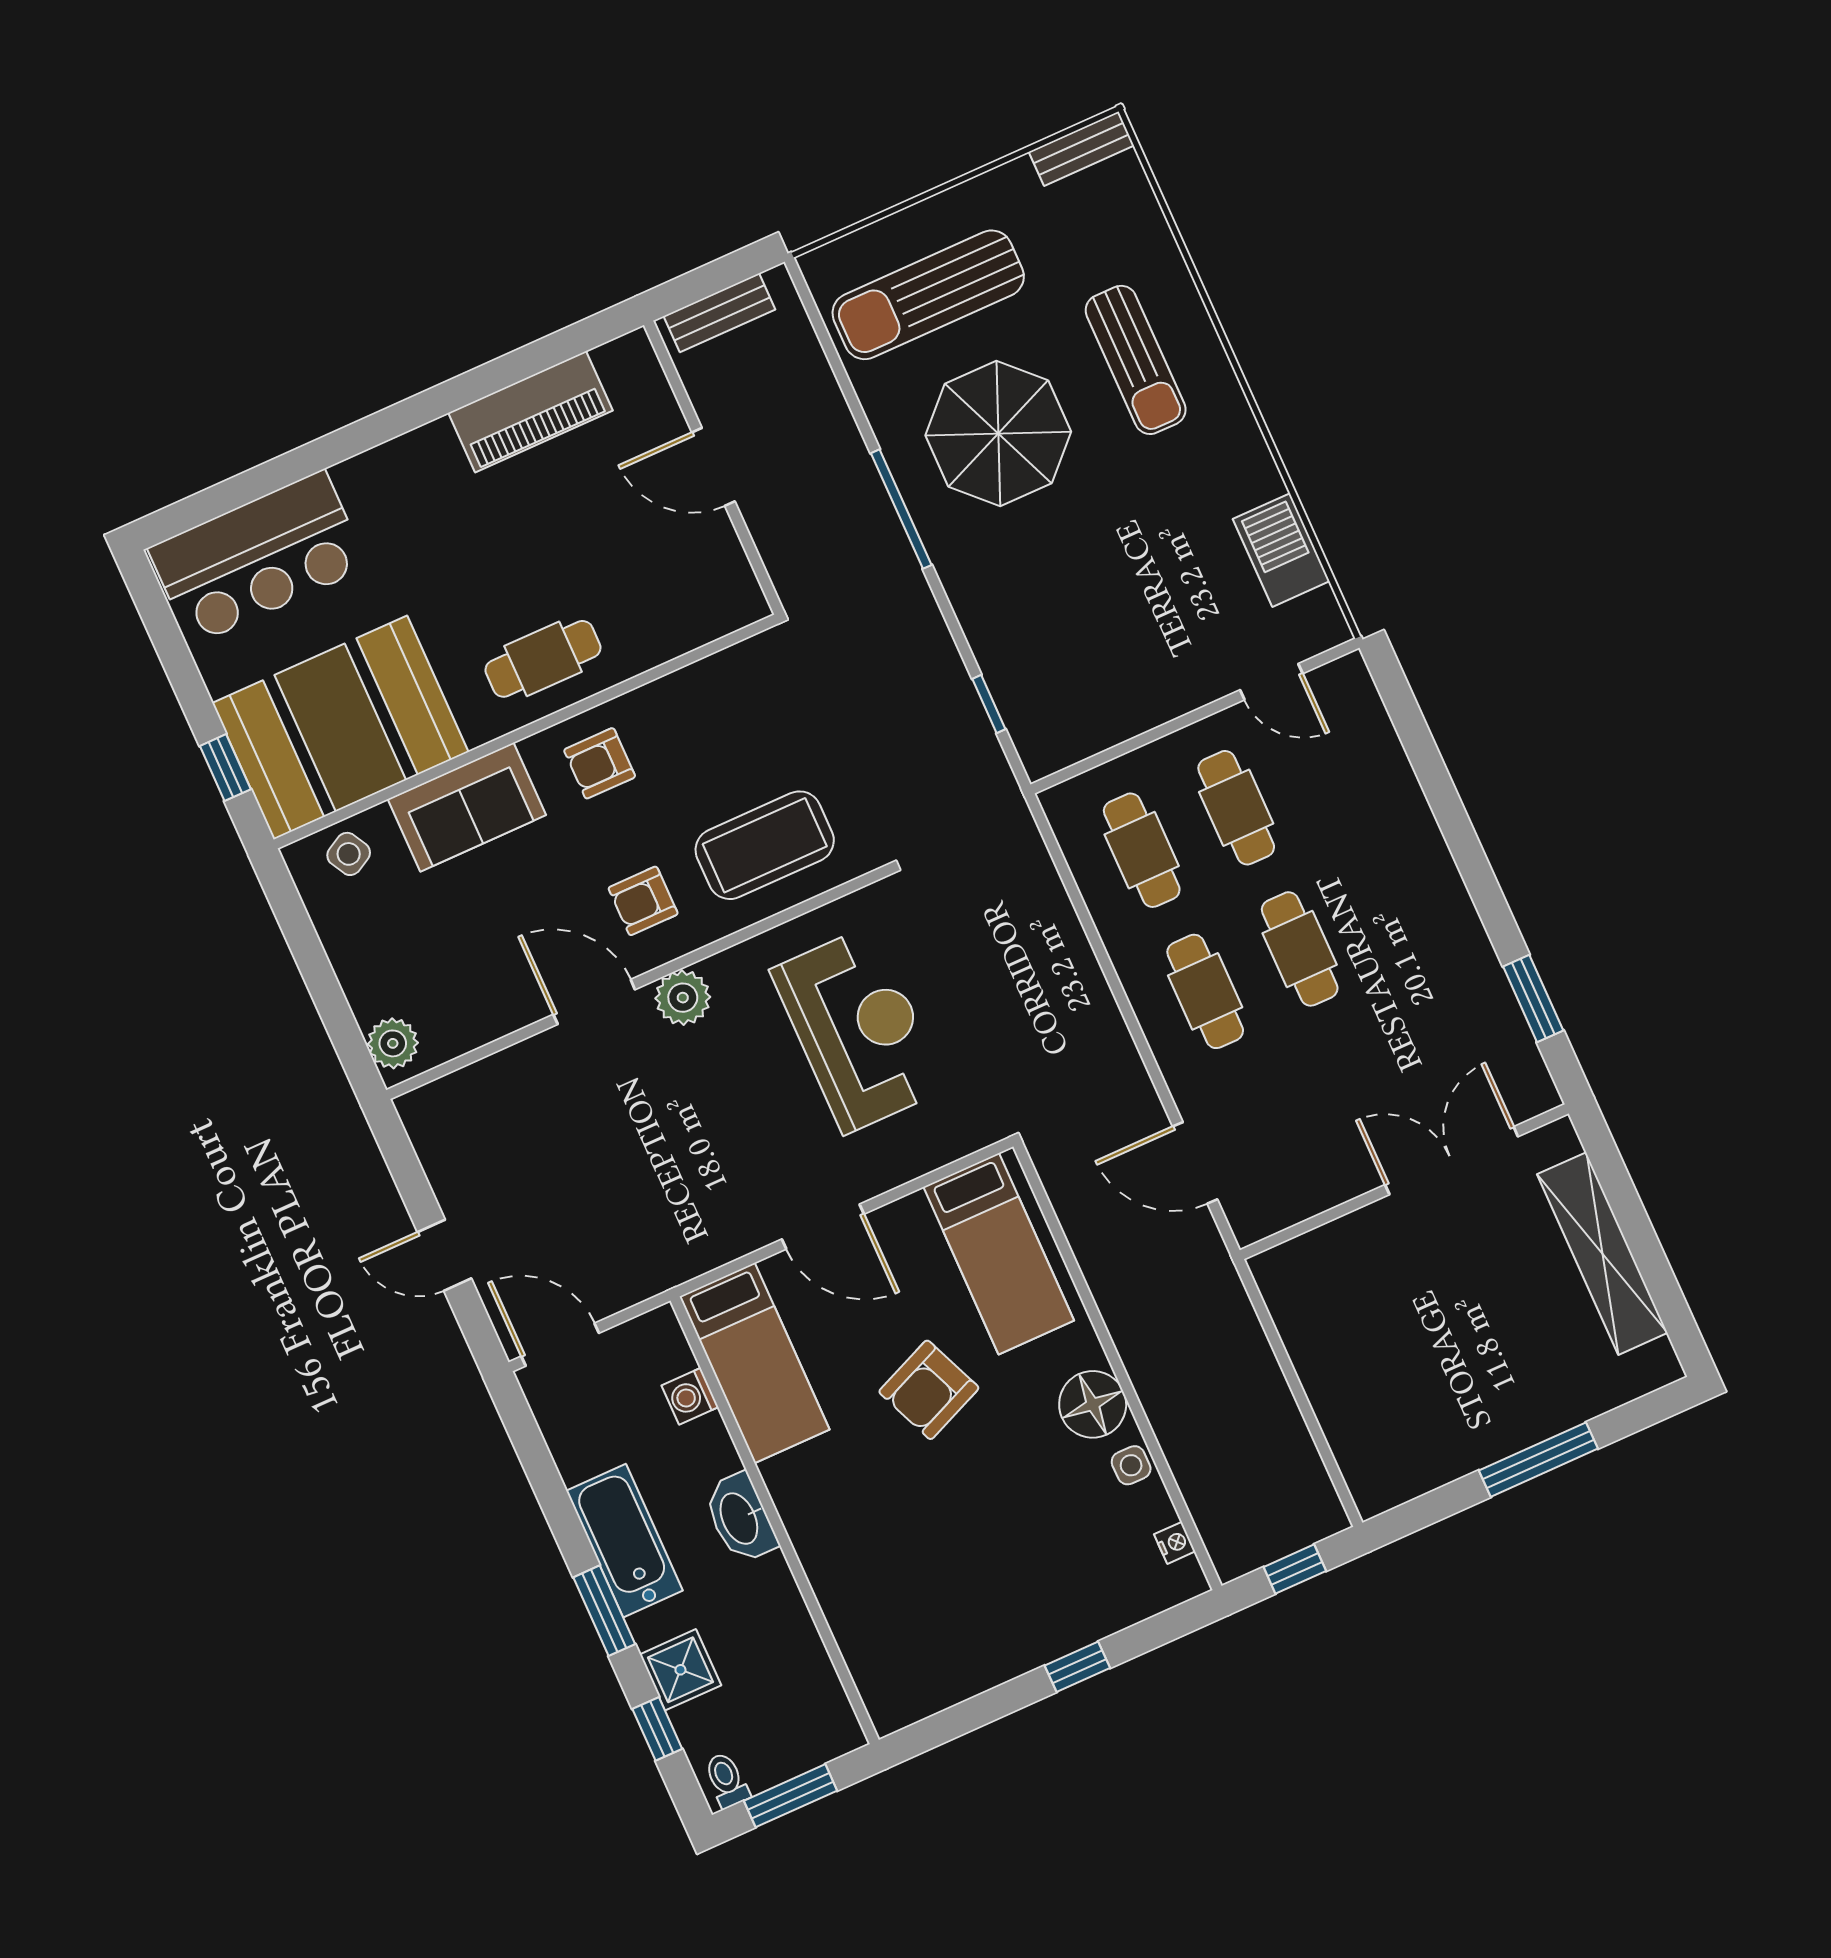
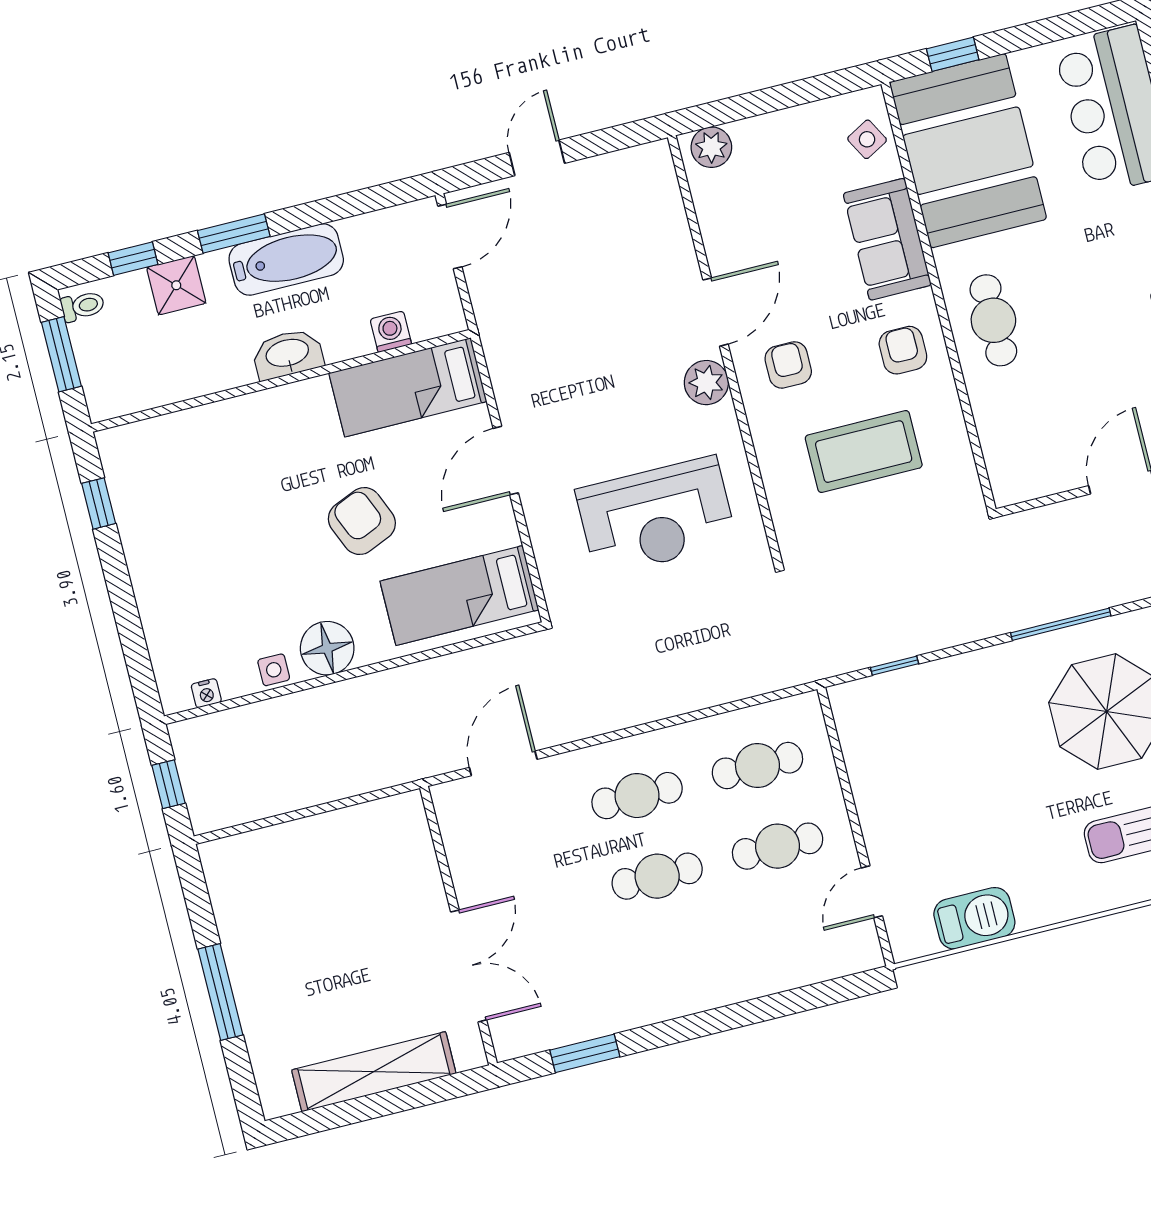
coffee table: (765, 845) -> (864, 452), moved, turned 90
window: (1077, 1667) -> (99, 503), moved

